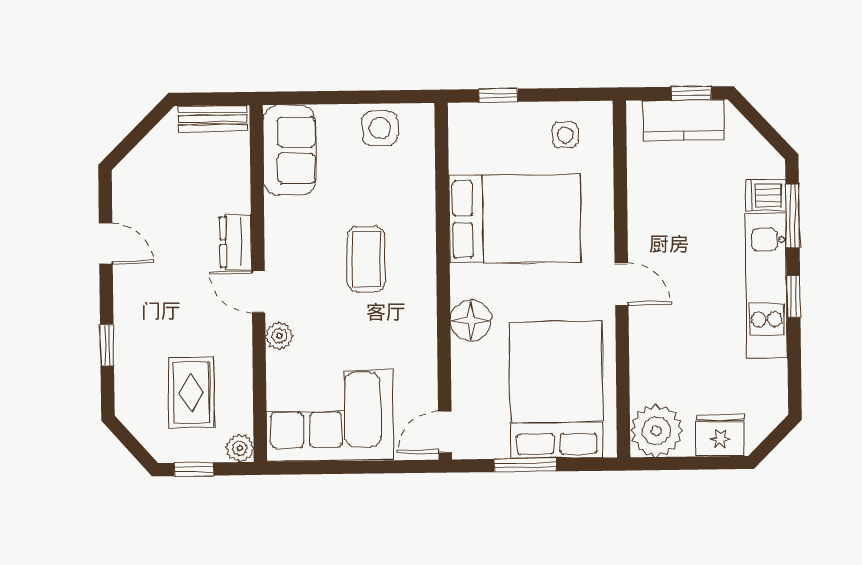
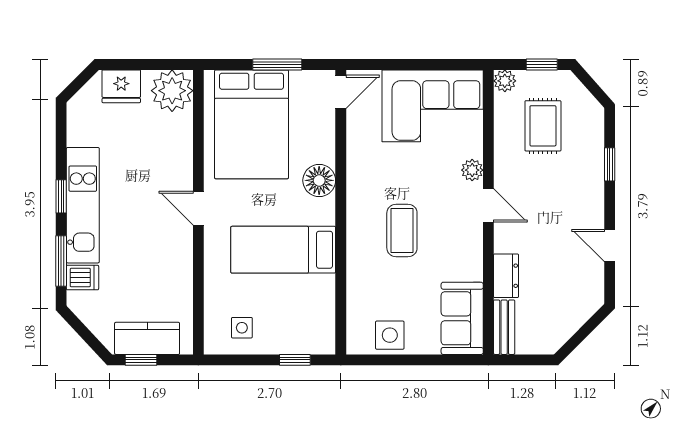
bench: (212, 119) -> (504, 327), moved, turned 90
bed: (515, 219) -> (283, 250), width x0.67
dresser: (236, 242) -> (506, 276), moved

